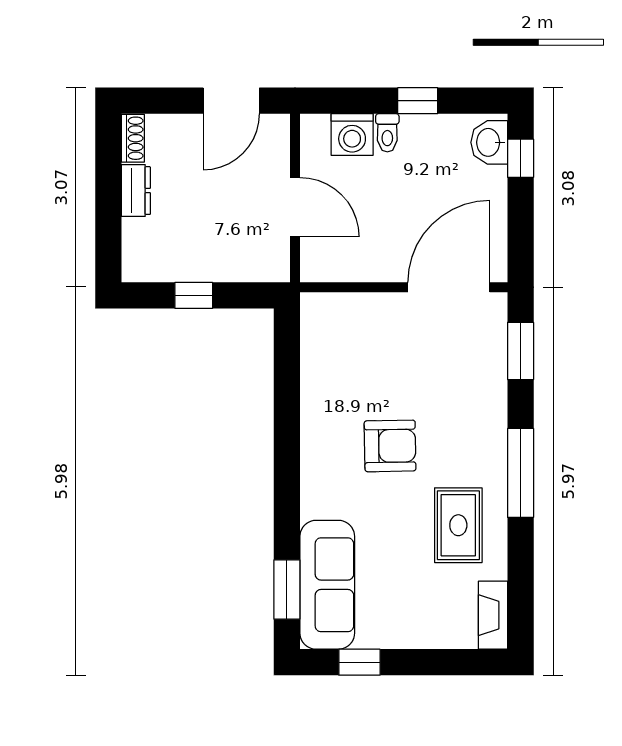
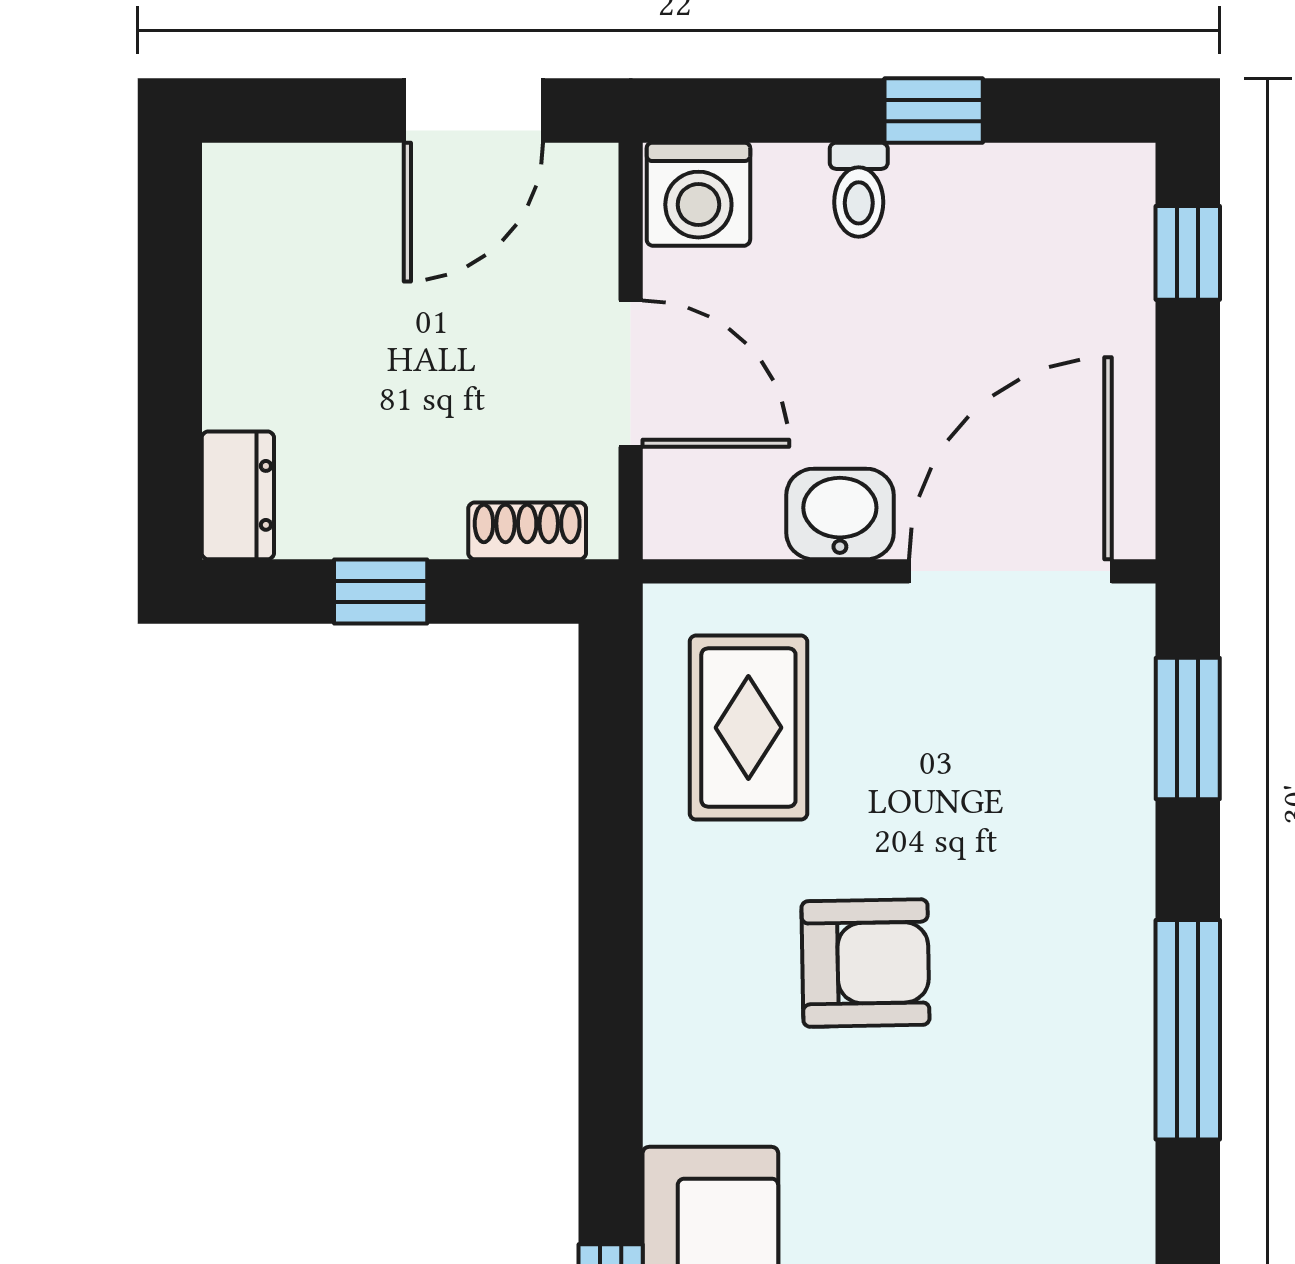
washing machine: (352, 135) -> (698, 194), moved
shoe rack: (133, 138) -> (527, 531), moved, turned -90
washbasin: (489, 142) -> (840, 514), moved, turned 90
dresser: (136, 191) -> (238, 495), moved
rug: (458, 525) -> (748, 728), moved

